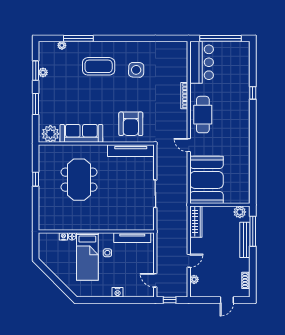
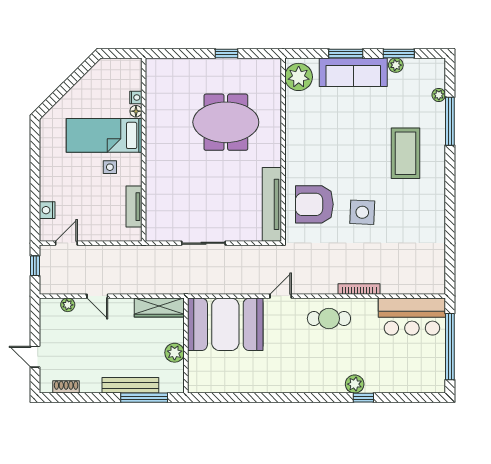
side table: (136, 70) -> (362, 212), moved
plant: (244, 98) -> (355, 384), added
cafe table: (203, 115) -> (329, 319), width x0.73, depth x0.74
sofa: (81, 133) -> (353, 72), moved, turned 90
plant: (240, 212) -> (175, 353), moved
tv unit: (132, 238) -> (134, 207), width x0.71
nightstand: (118, 292) -> (47, 210), moved

